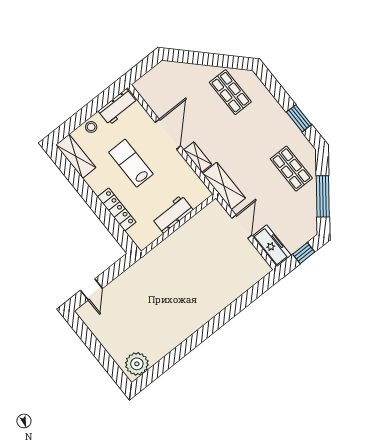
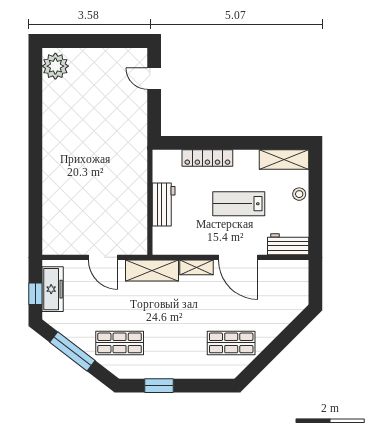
workbench: (118, 107) -> (288, 244), moved, turned 90
lab bench: (131, 163) -> (239, 204), turned 180
freezer: (272, 246) -> (53, 289), moved, turned -90

